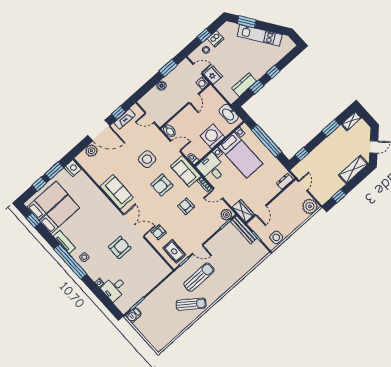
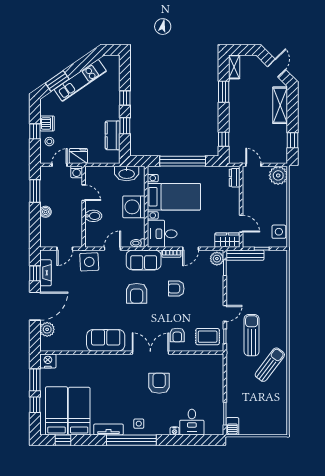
bidet: (169, 131) -> (93, 216), moved
side table: (147, 159) -> (89, 262), moved

